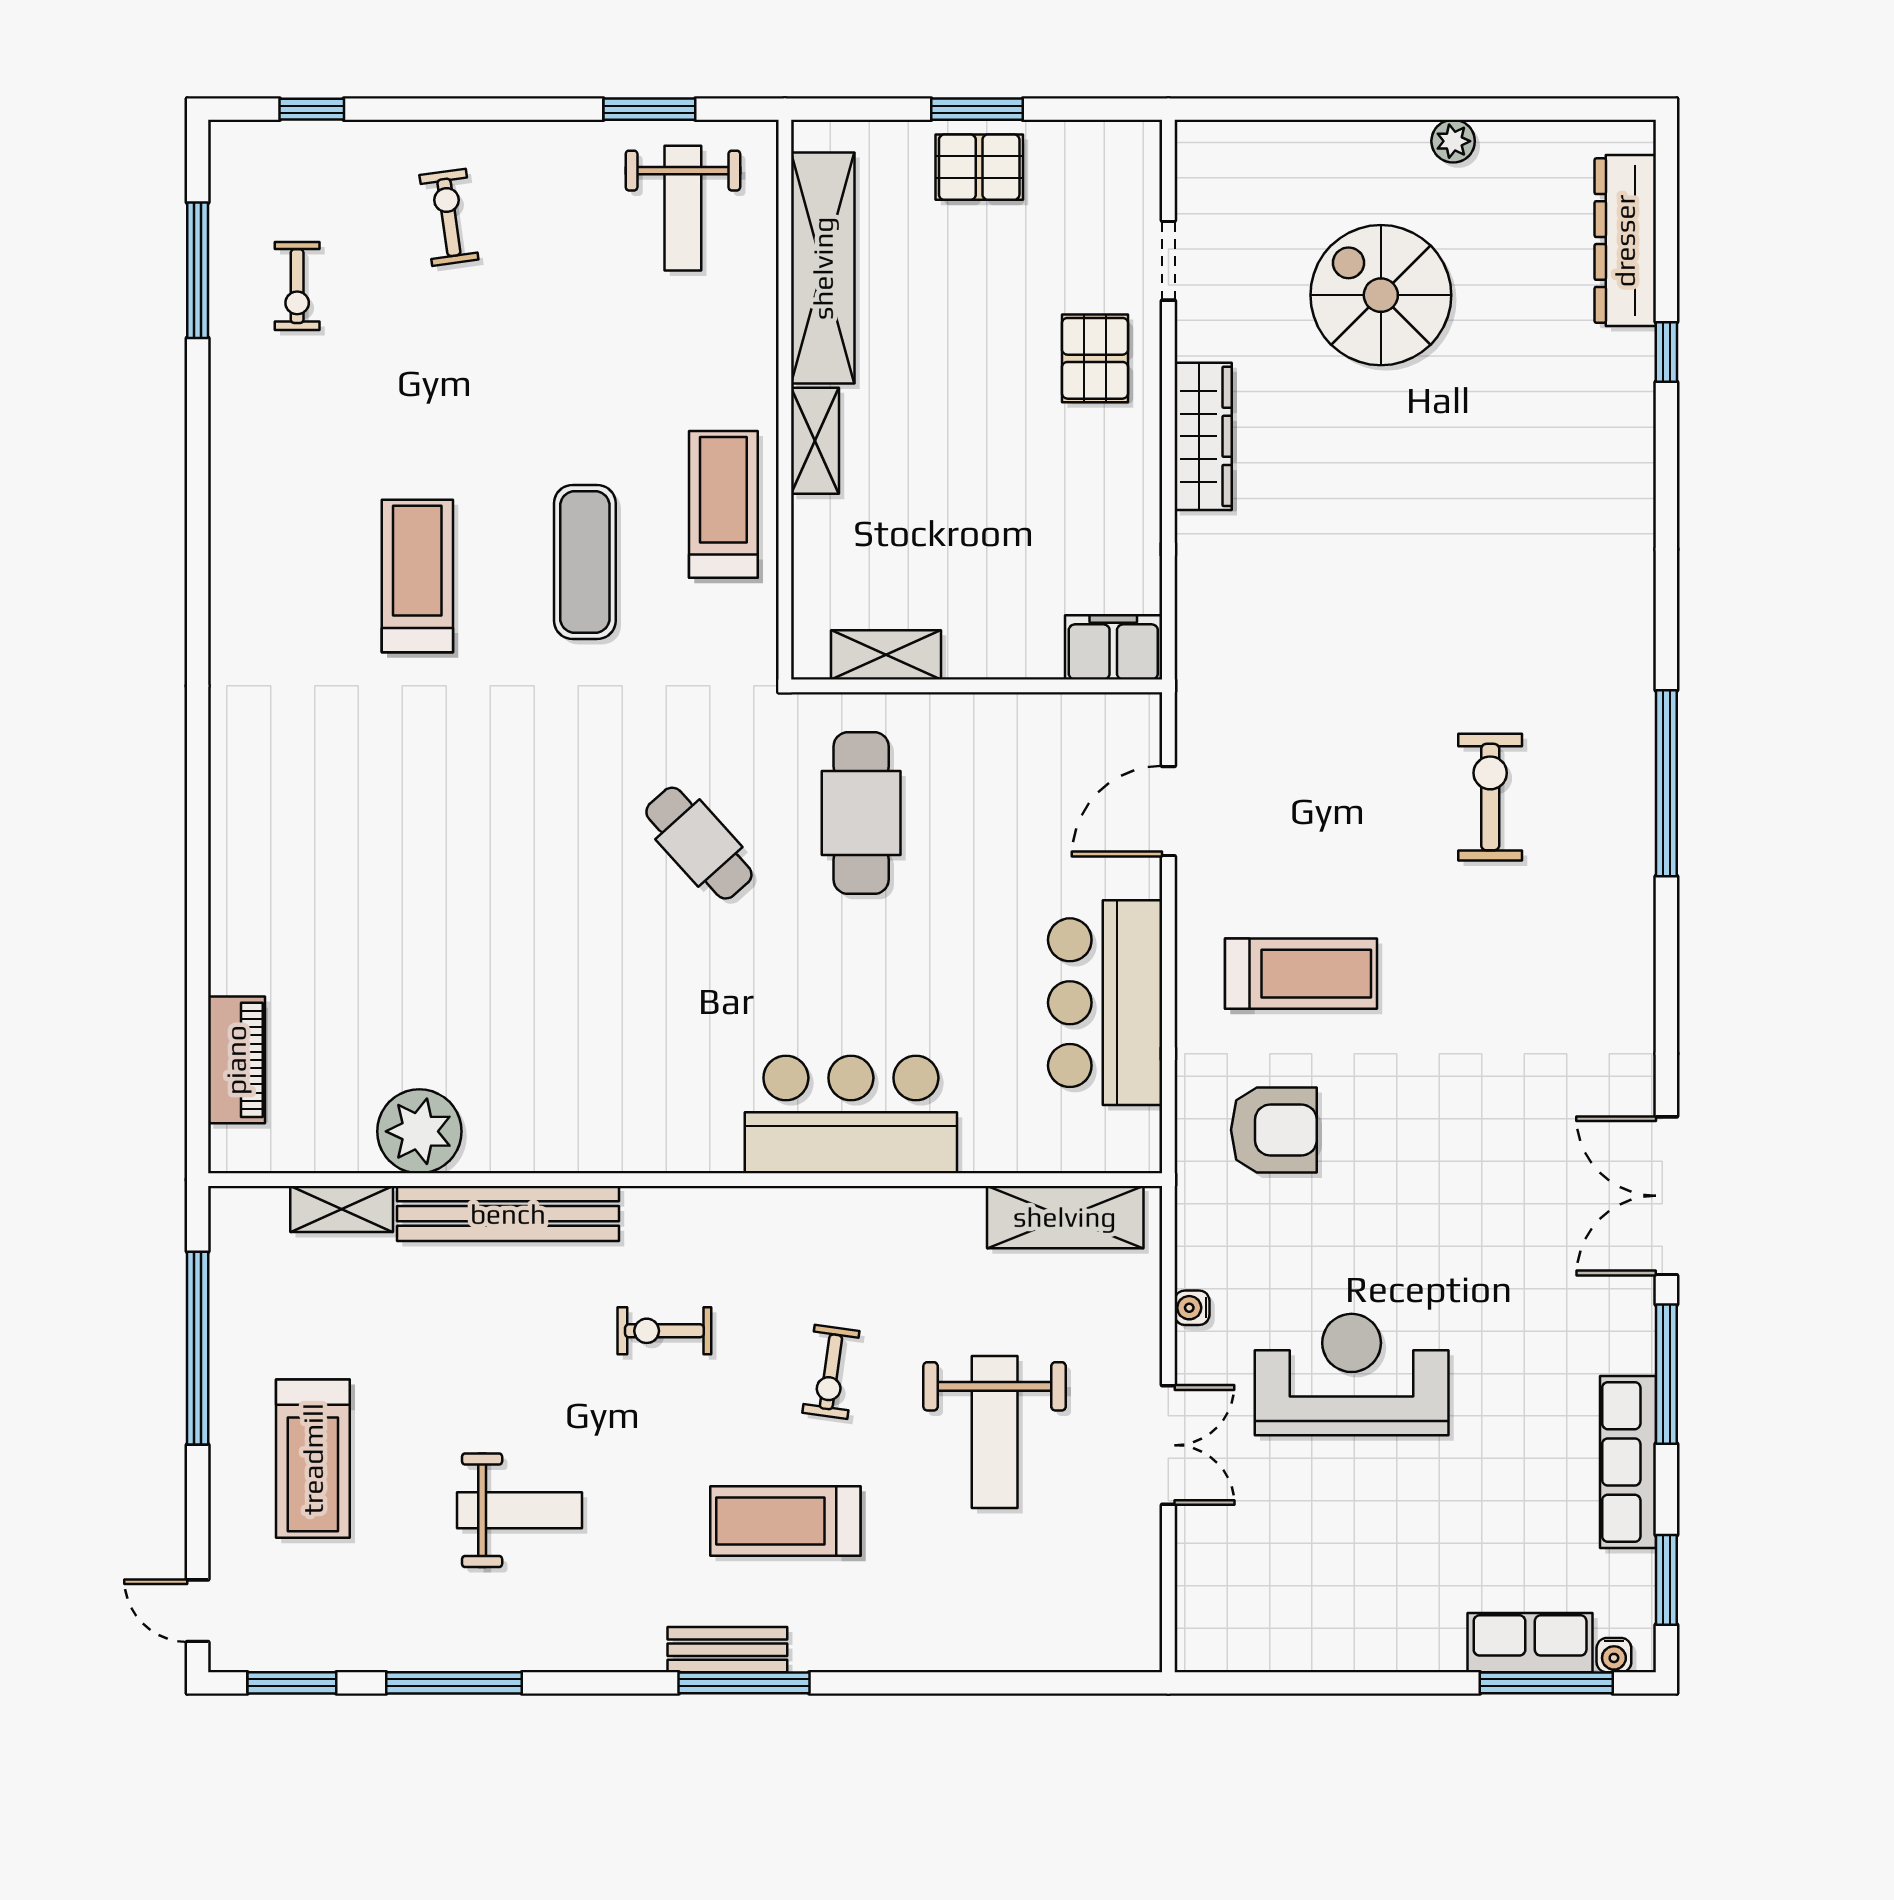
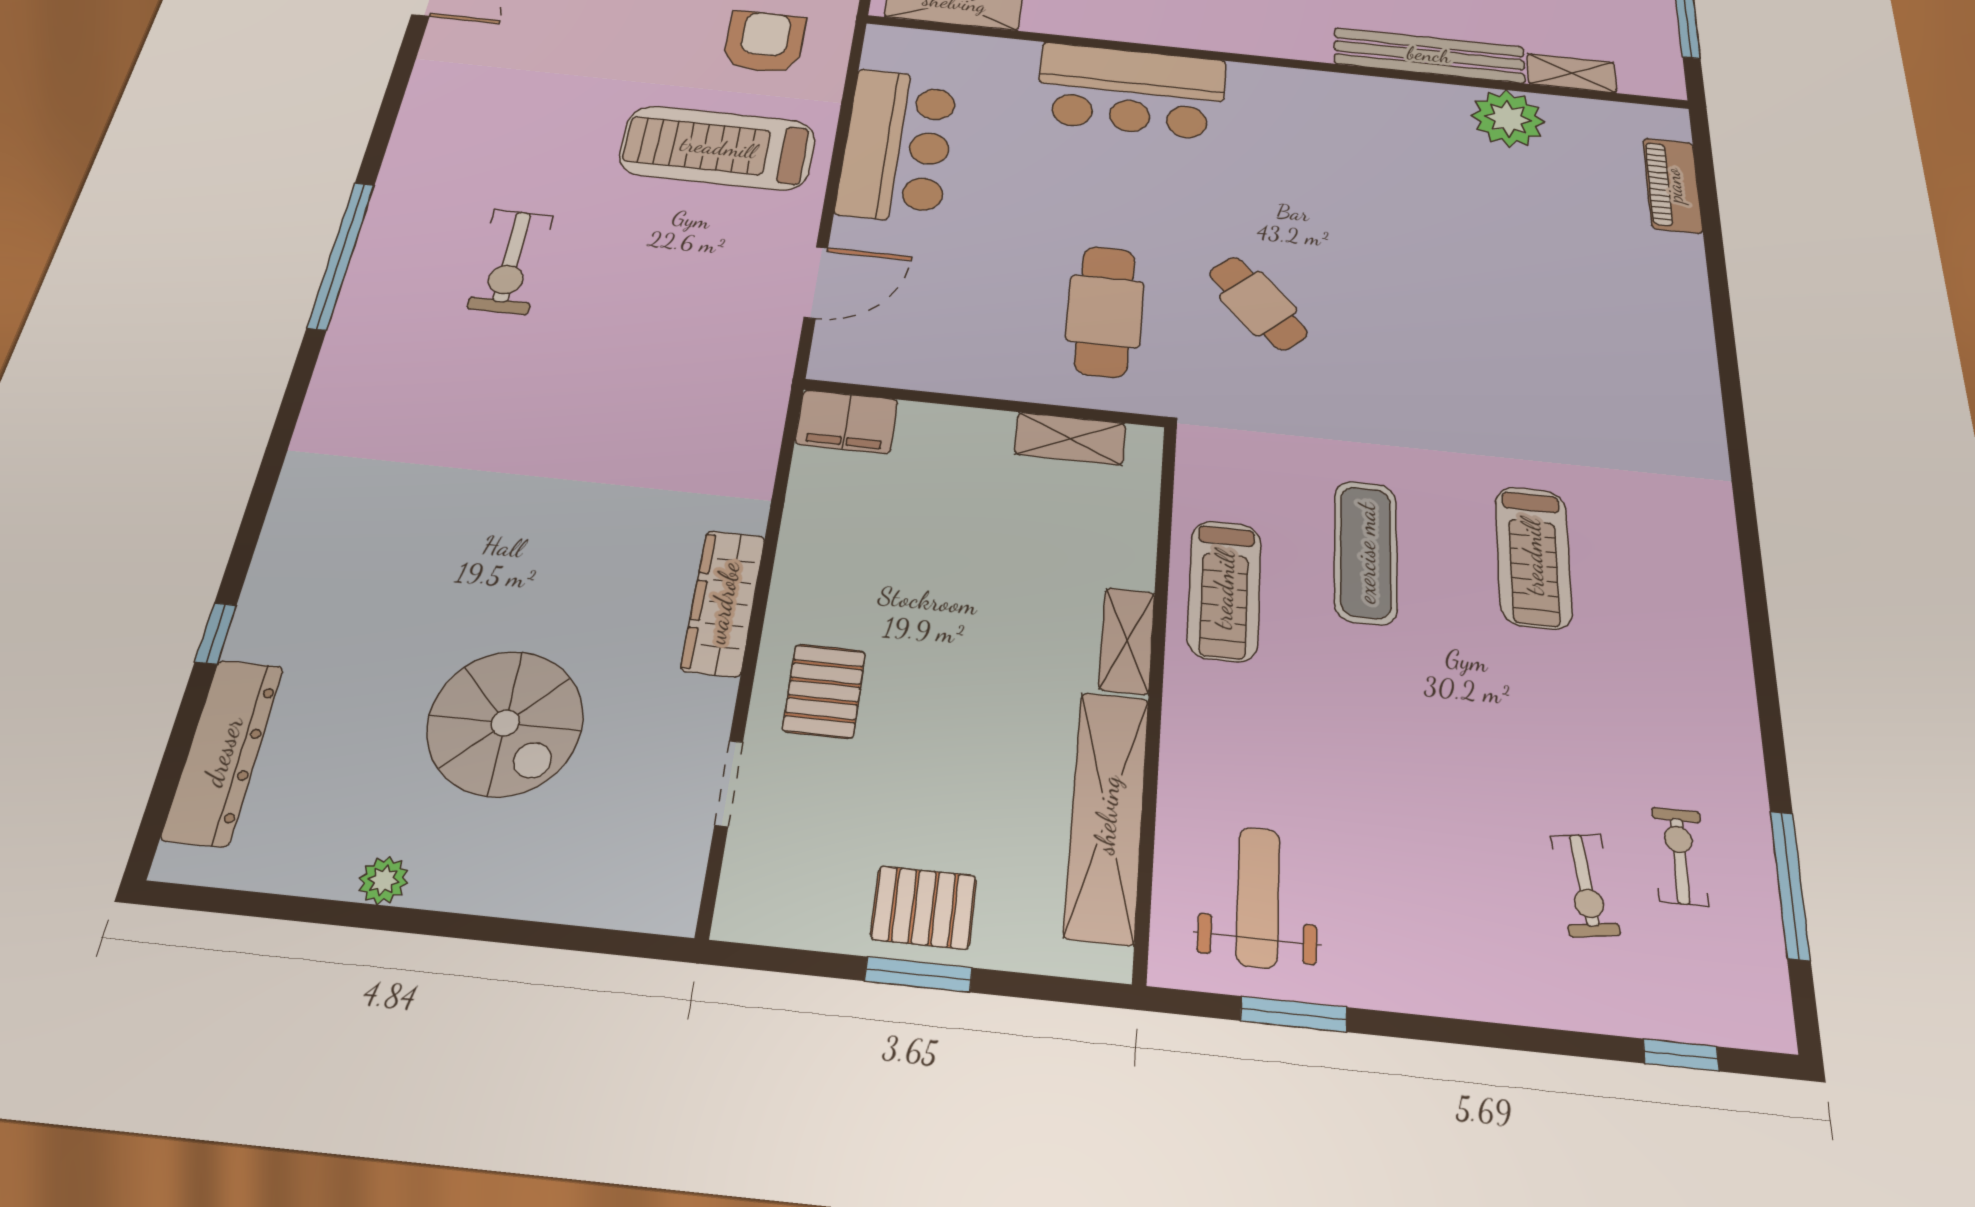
exercise bike: (449, 217) -> (1585, 885), moved
treadmill: (1301, 974) -> (718, 148), width x1.37, depth x1.38
armchair: (1274, 1130) -> (764, 42), turned 90

